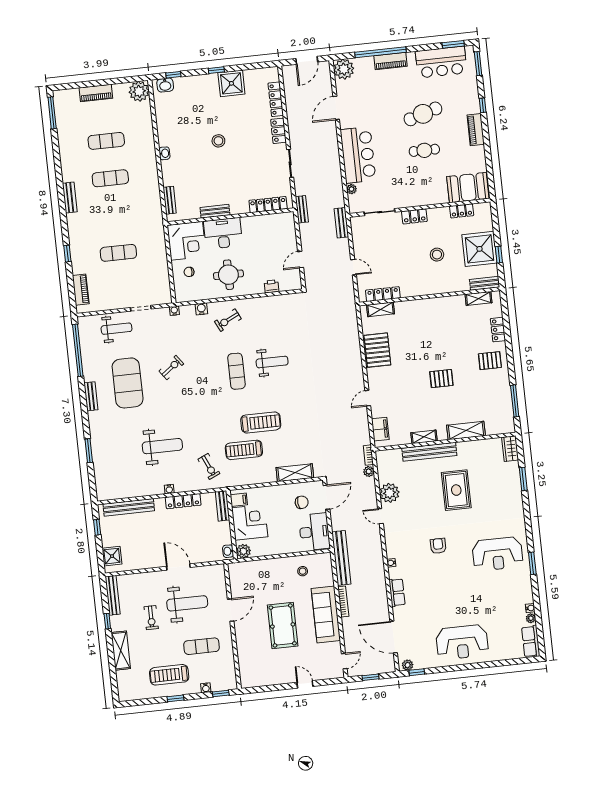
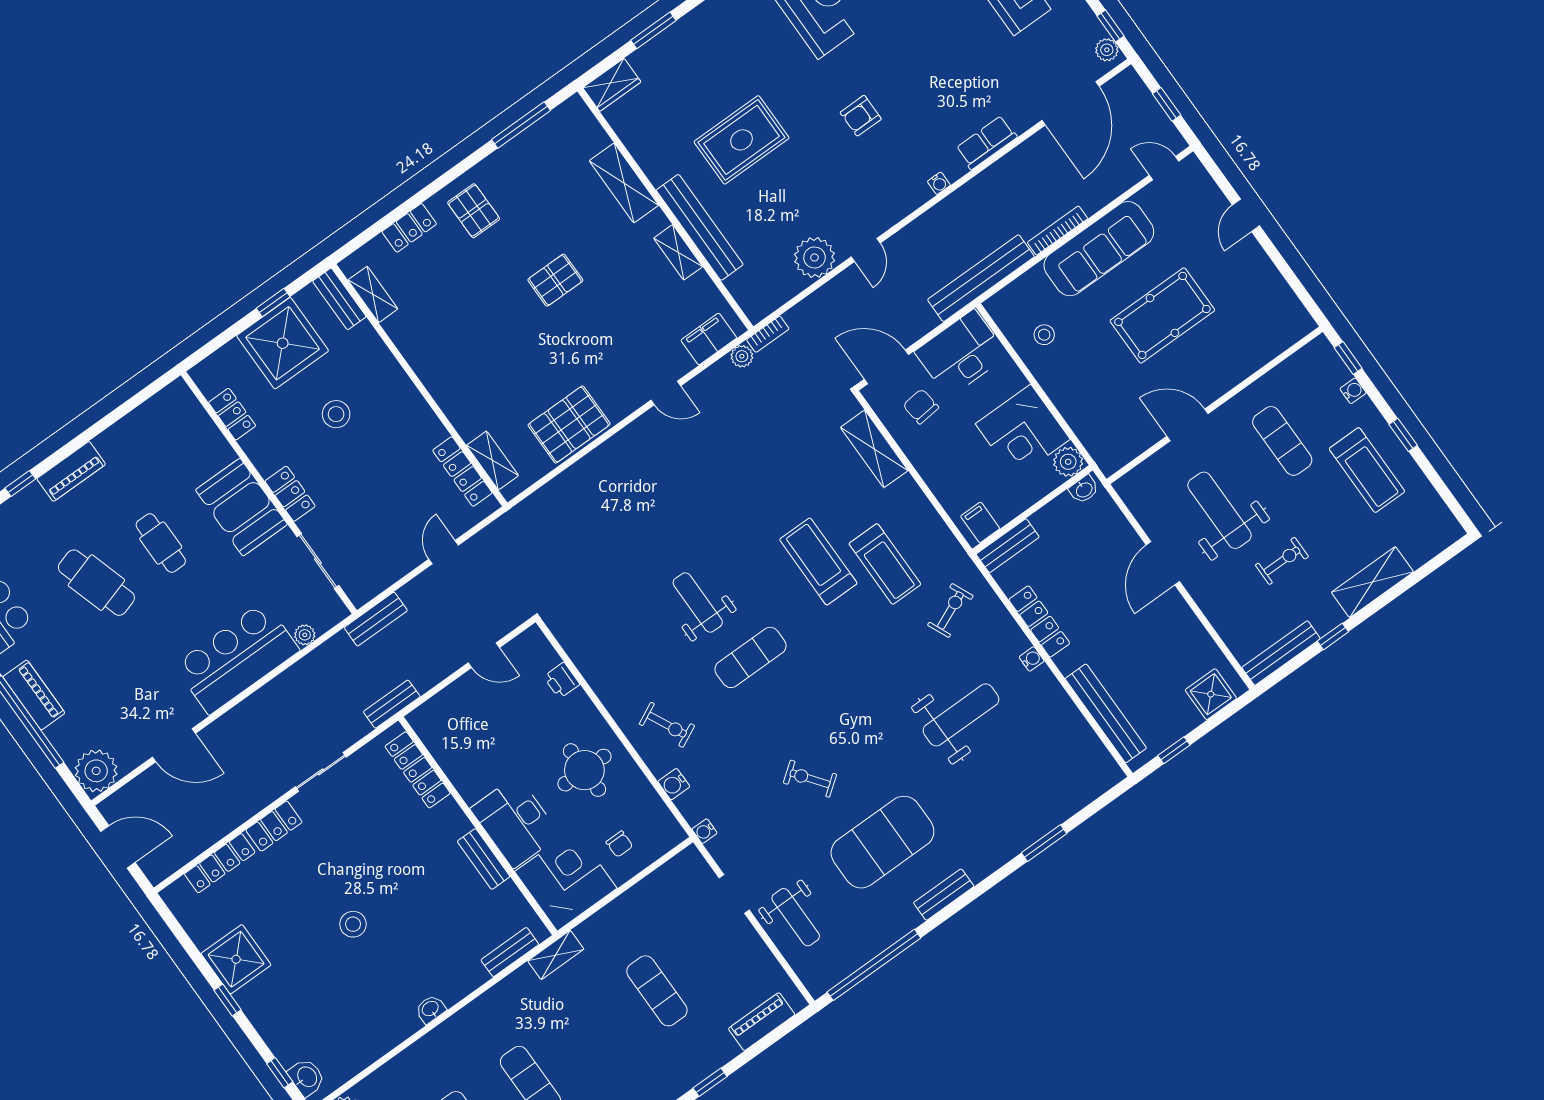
booth: (468, 188) -> (241, 507), moved
shelving: (157, 219) -> (556, 955), added
weight bench: (117, 329) -> (796, 917), turned 180
pallet: (441, 379) -> (555, 280), turned 90
weight bench: (162, 446) -> (961, 715), turned 90
plant: (369, 471) -> (742, 356), moved
corner desk: (250, 522) -> (1023, 431), moved, turned -90

